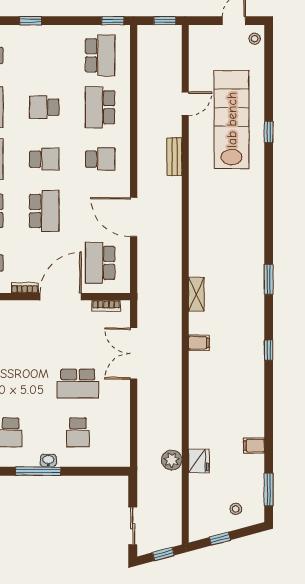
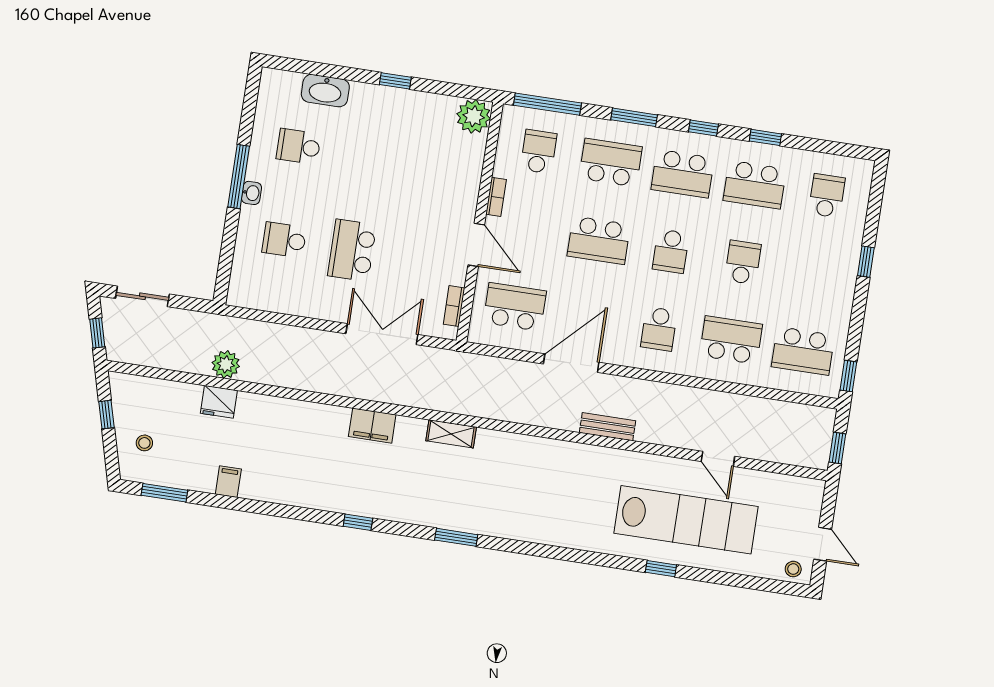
bench: (174, 157) -> (608, 427), moved
door: (61, 297) -> (476, 245), width x0.73
filing cabinet: (199, 343) -> (372, 426), width x2.00

